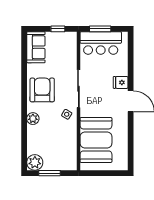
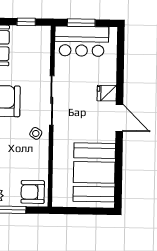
booth: (96, 140) -> (94, 172), moved
armchair: (65, 159) -> (33, 192), added

